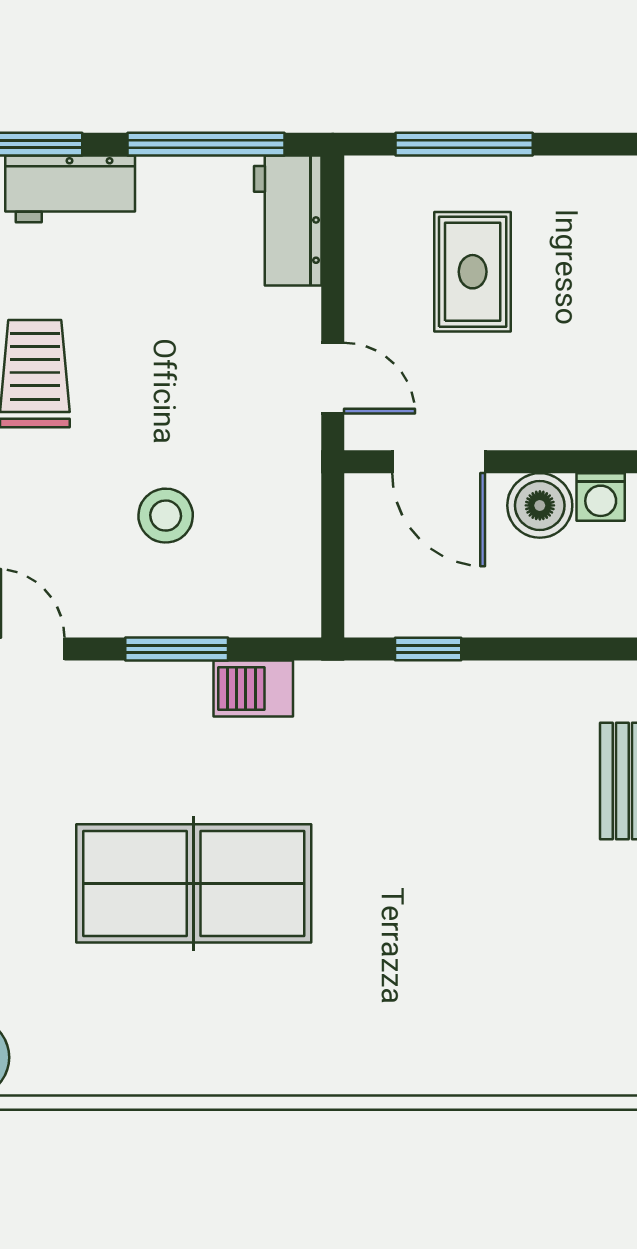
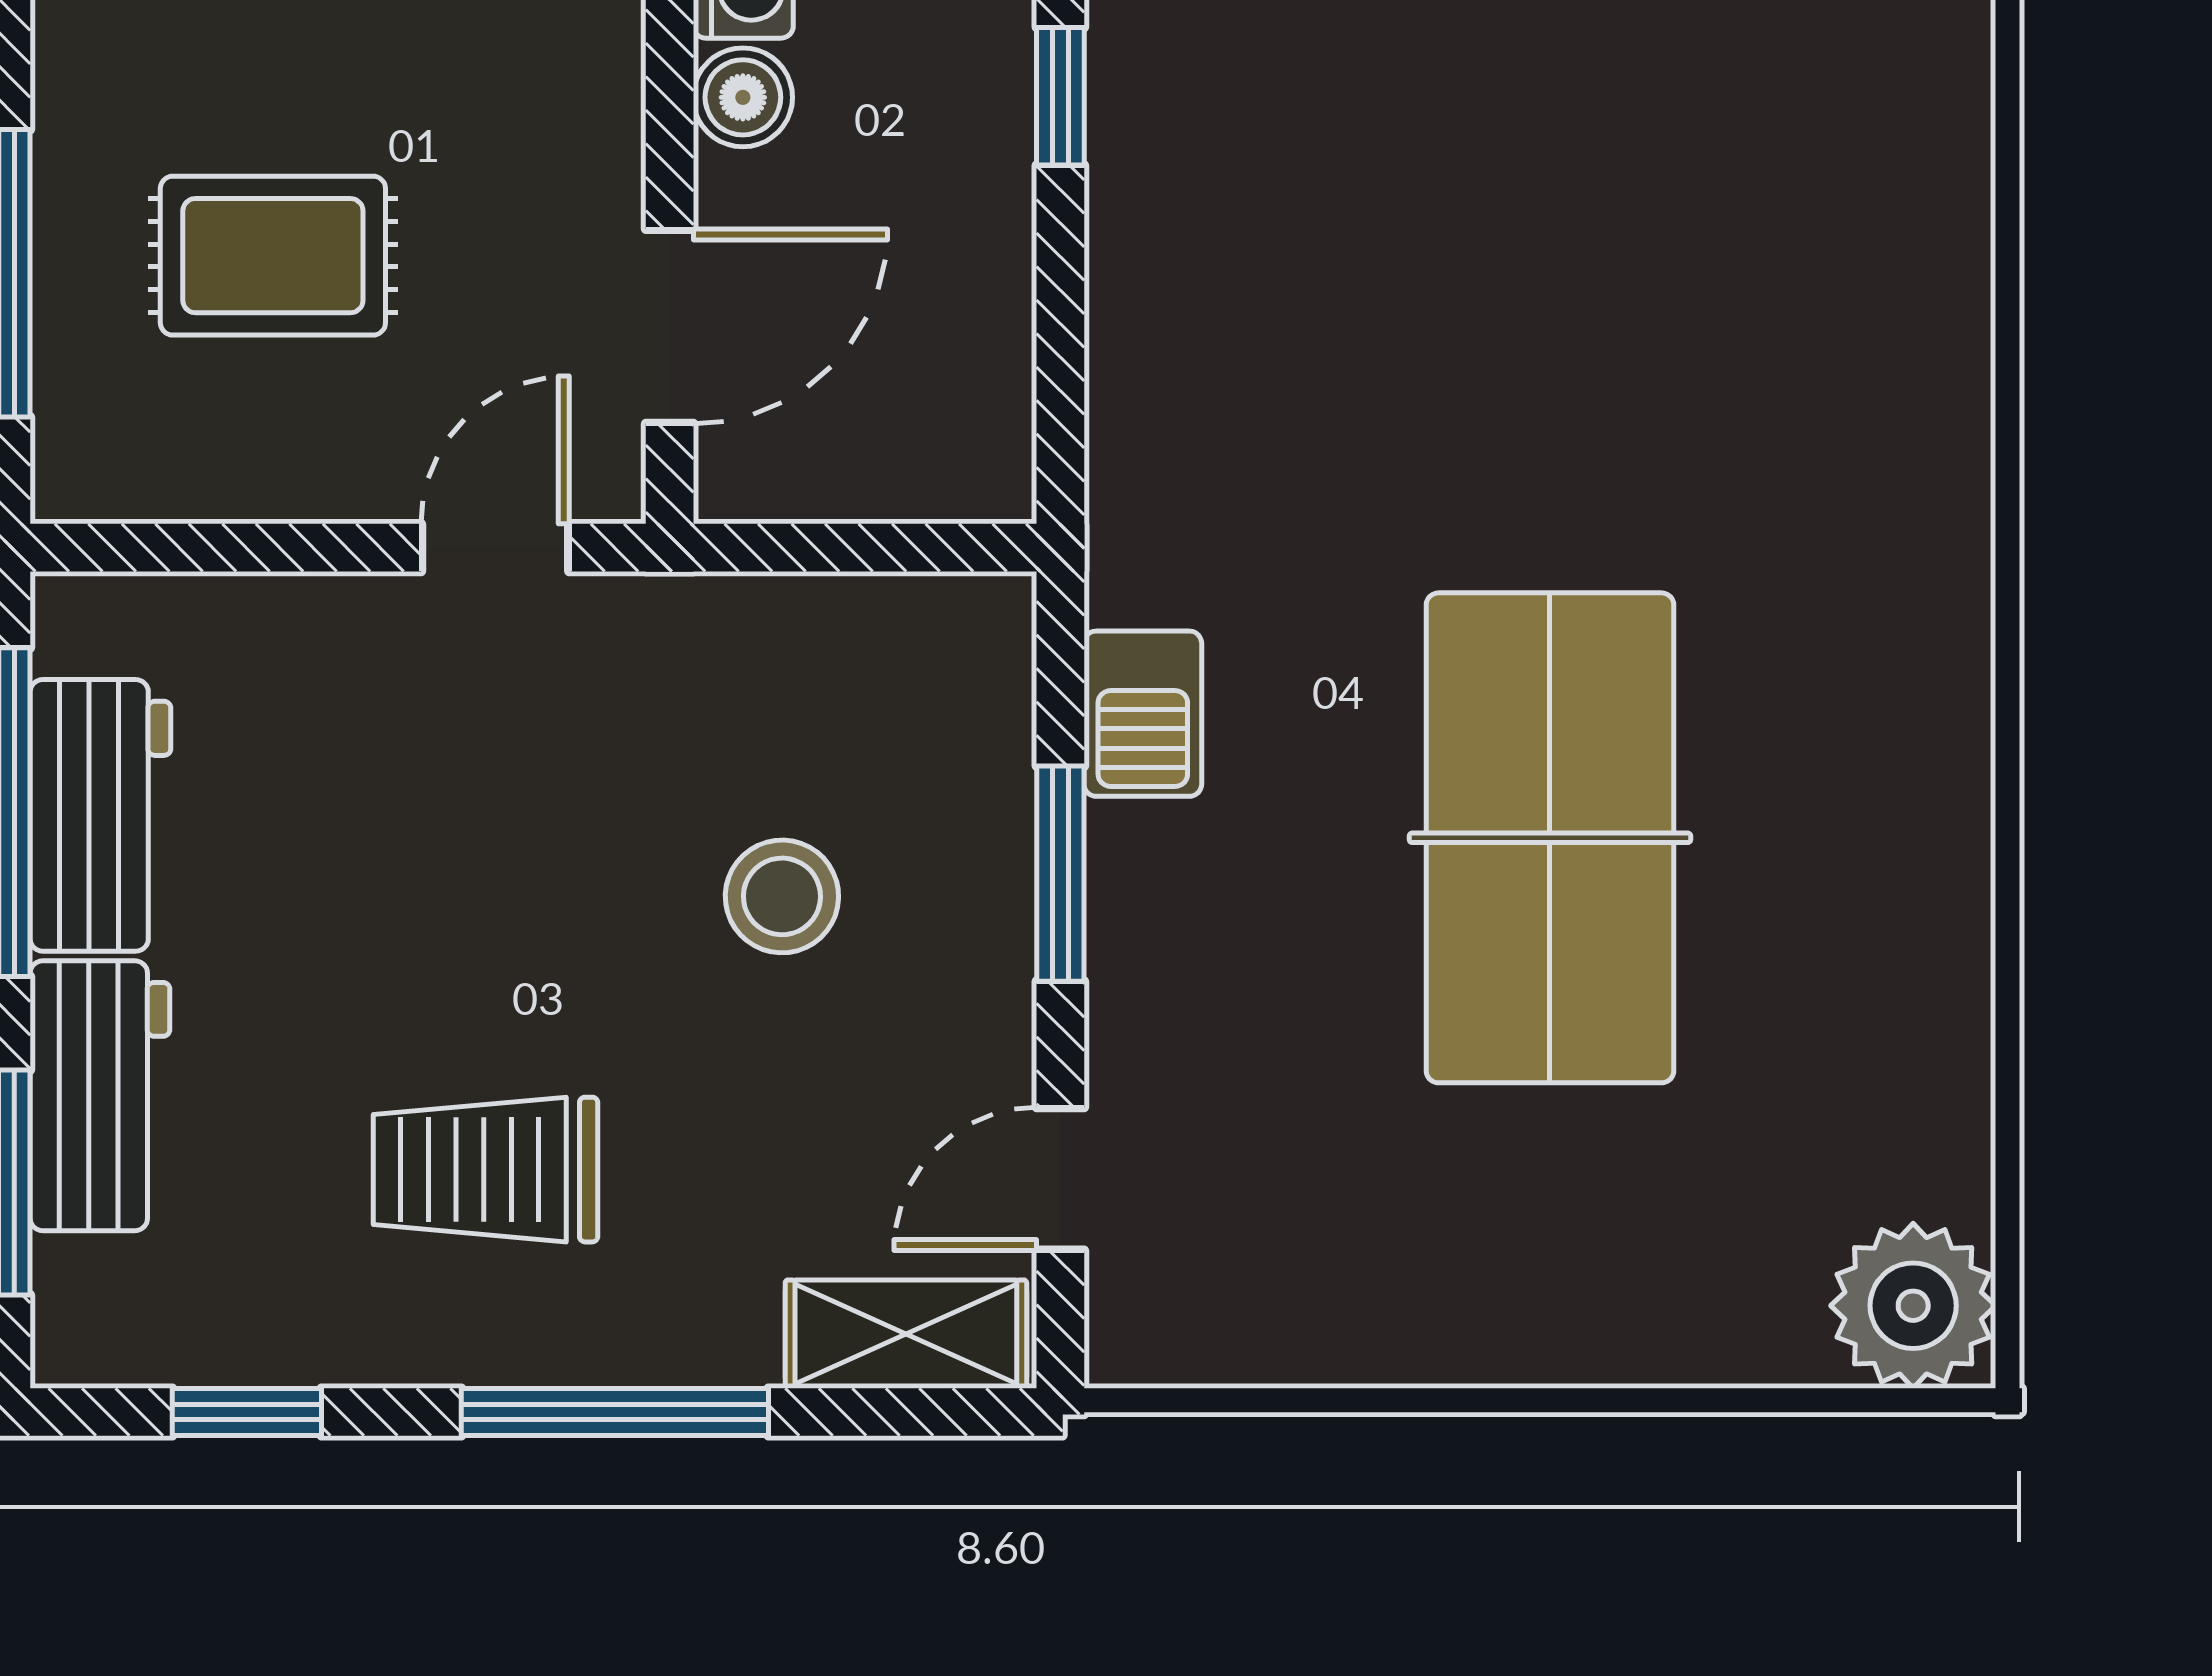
workbench: (288, 221) -> (100, 815), moved, turned -90
boiler: (540, 505) -> (743, 97), width x0.73, depth x0.73
window: (428, 649) -> (1060, 96), moved

